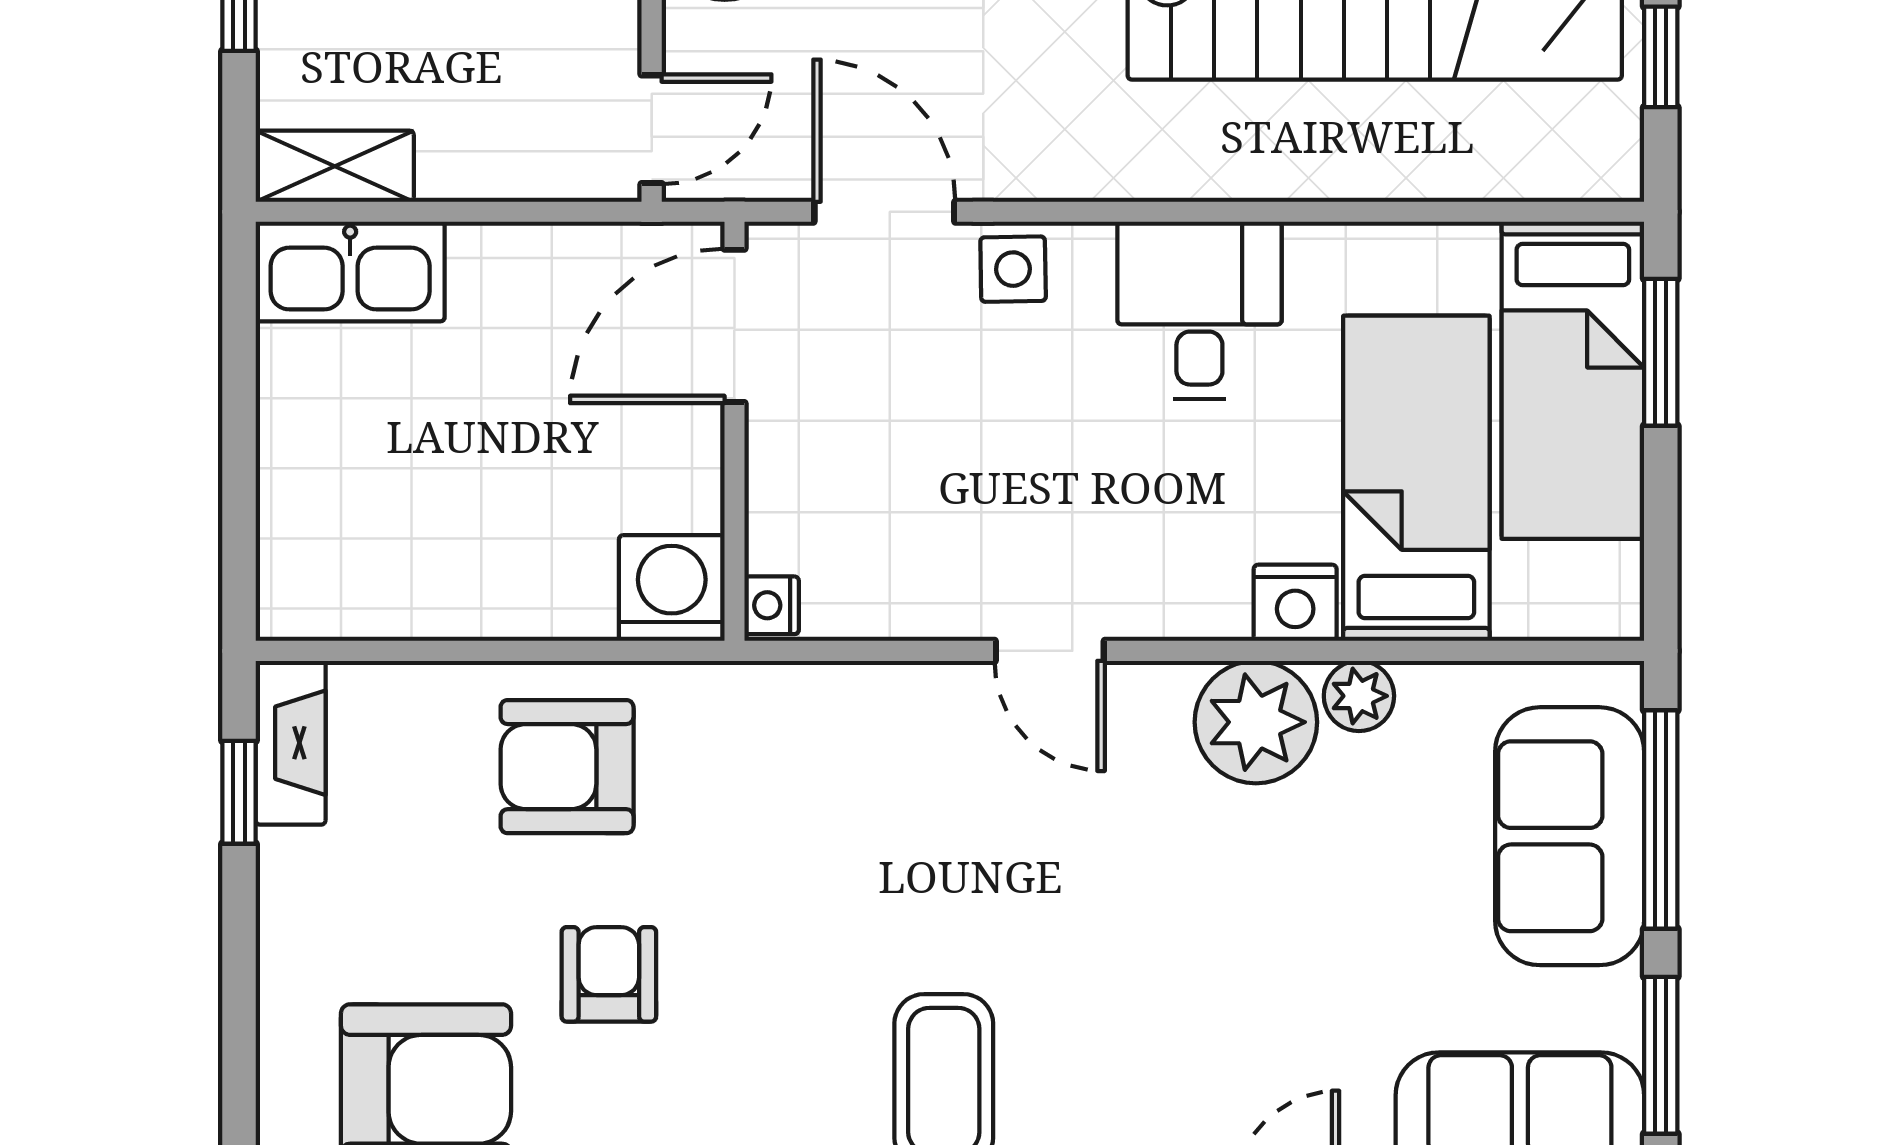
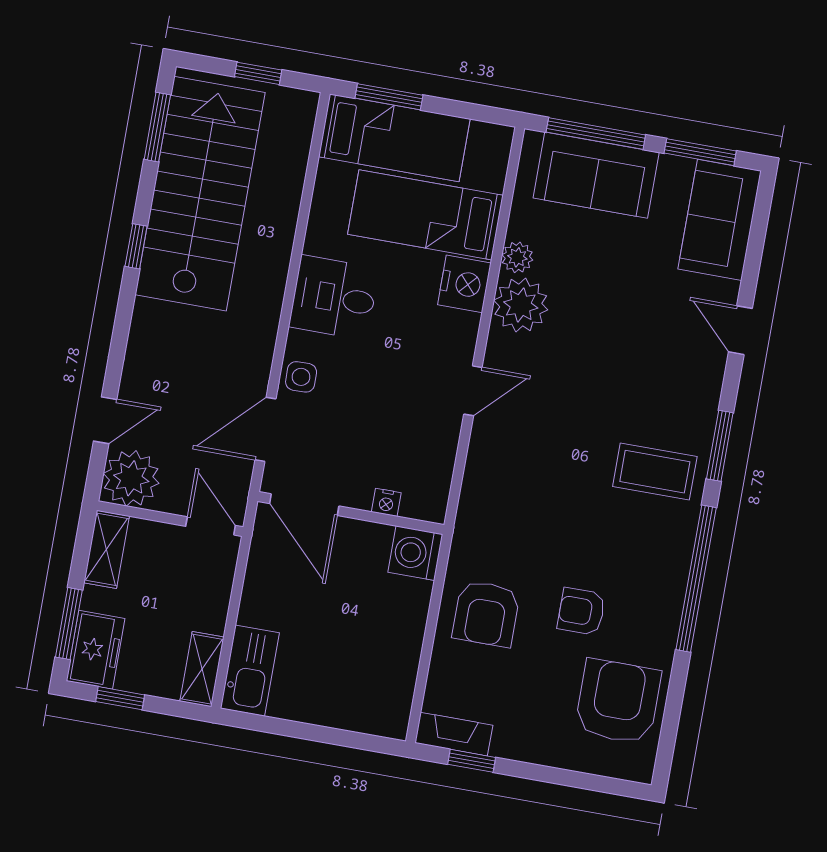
nightstand: (1295, 603) -> (464, 284), width x1.36, depth x1.33
nightstand: (772, 605) -> (386, 502), moved

